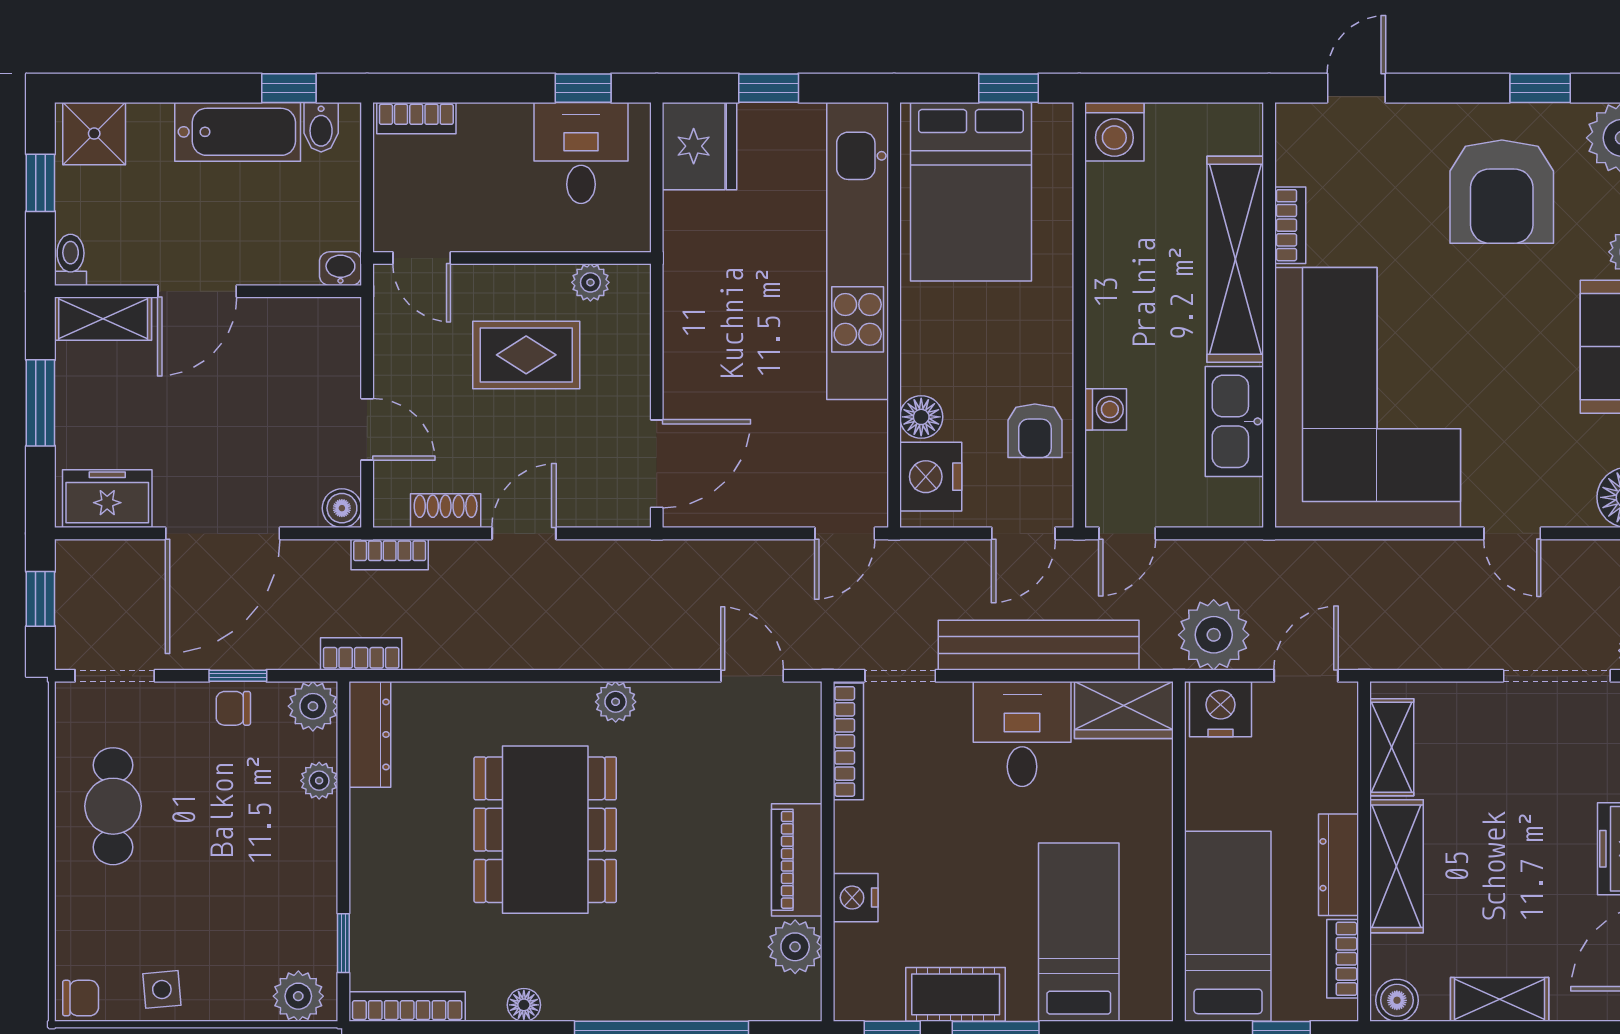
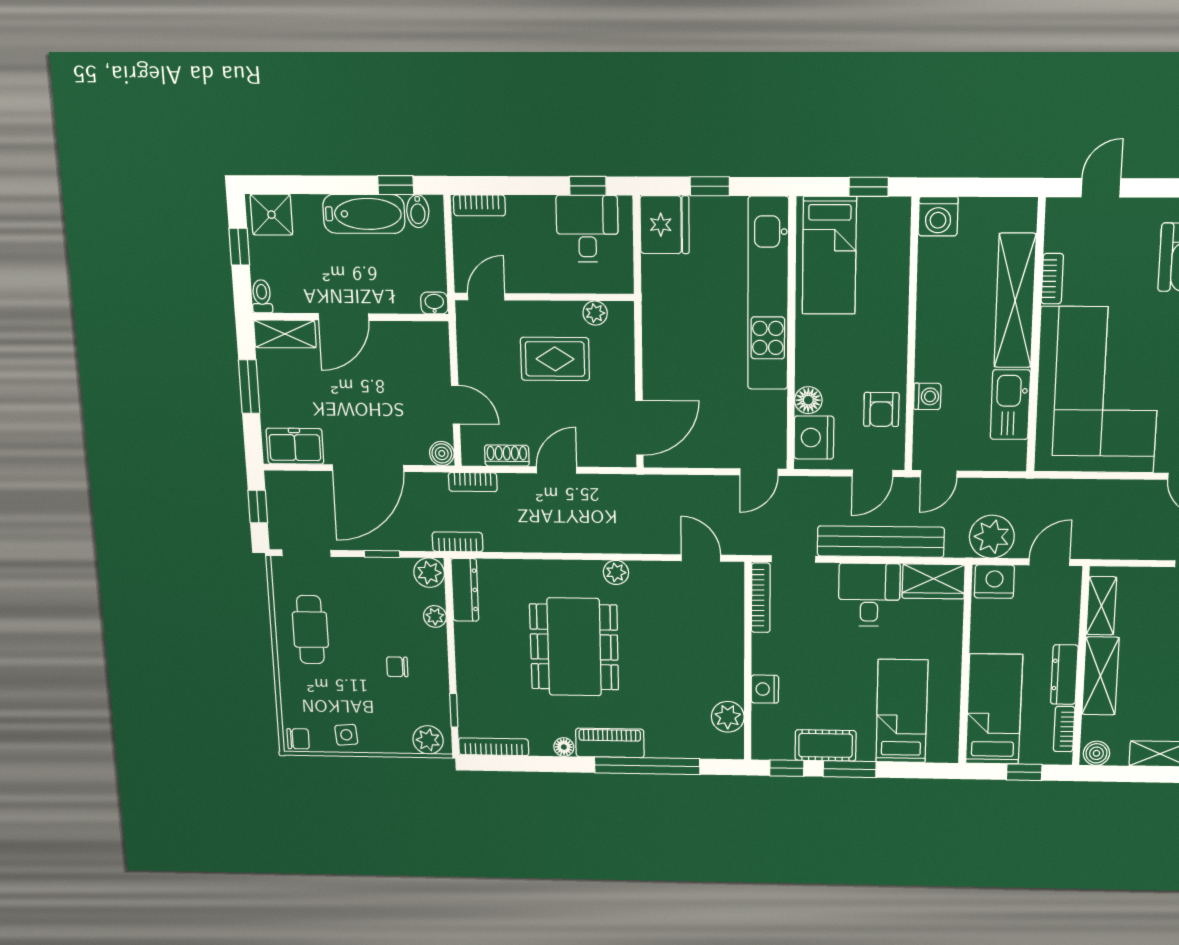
bed: (971, 192) -> (829, 255), width x0.67
door: (422, 258) -> (486, 297), swing flipped
chair: (233, 708) -> (397, 667), moved
piano: (797, 860) -> (610, 743), moved, turned 90

